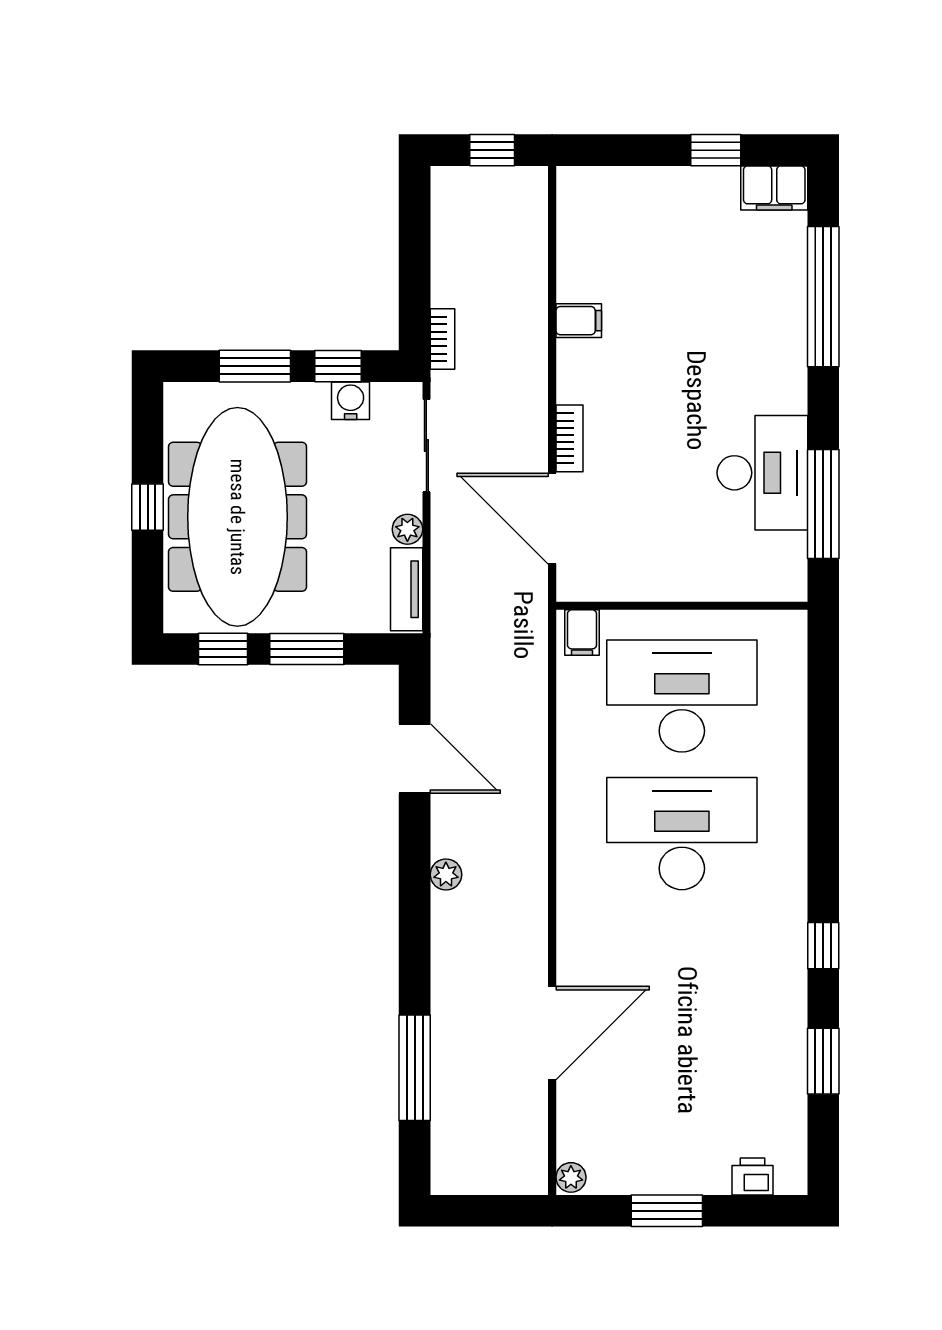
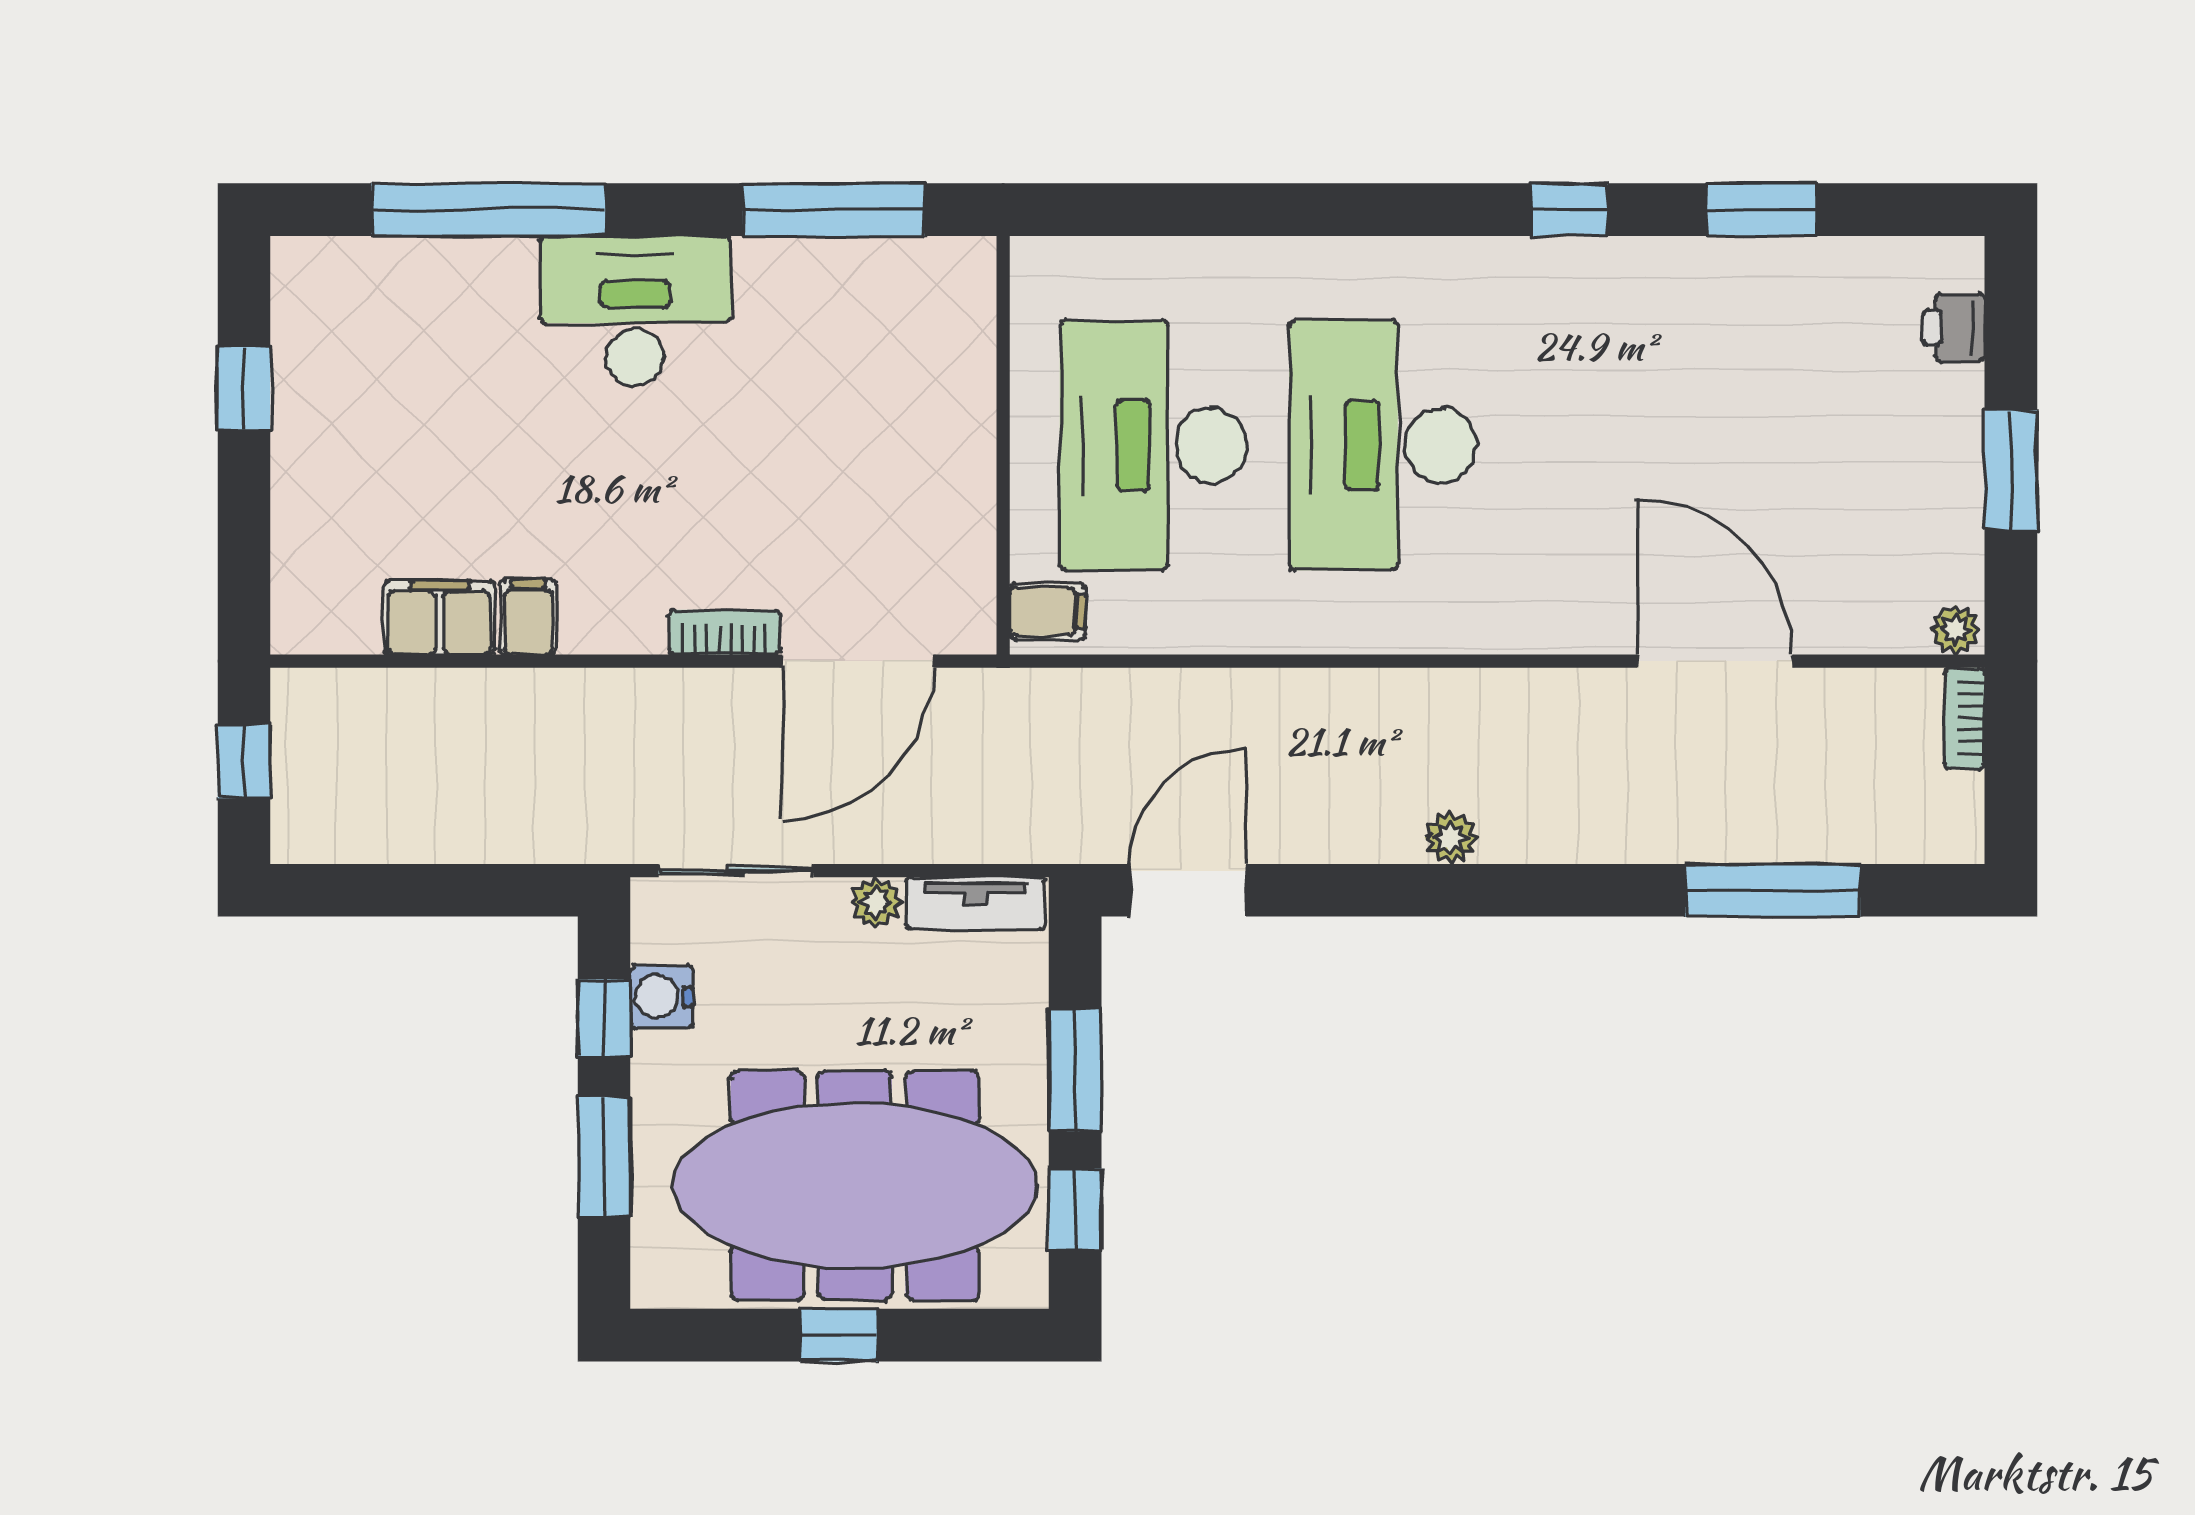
filing cabinet: (774, 188) -> (439, 618), moved, turned -90
bookcase: (443, 339) -> (1964, 718), moved, turned -90
desk: (762, 473) -> (635, 311), moved
door: (415, 758) -> (1188, 890), moved

